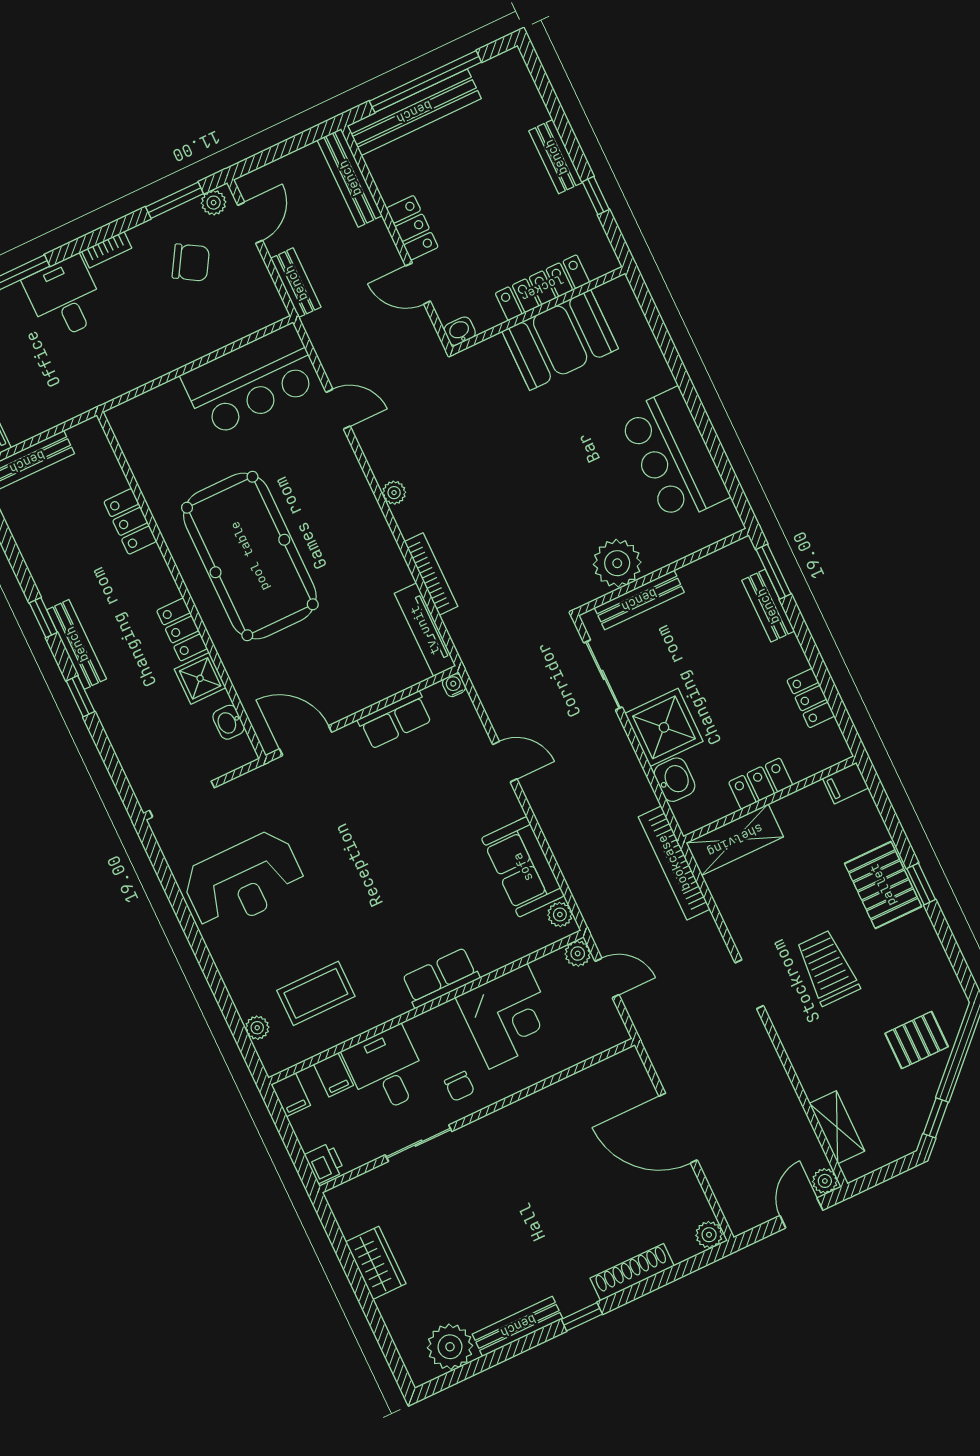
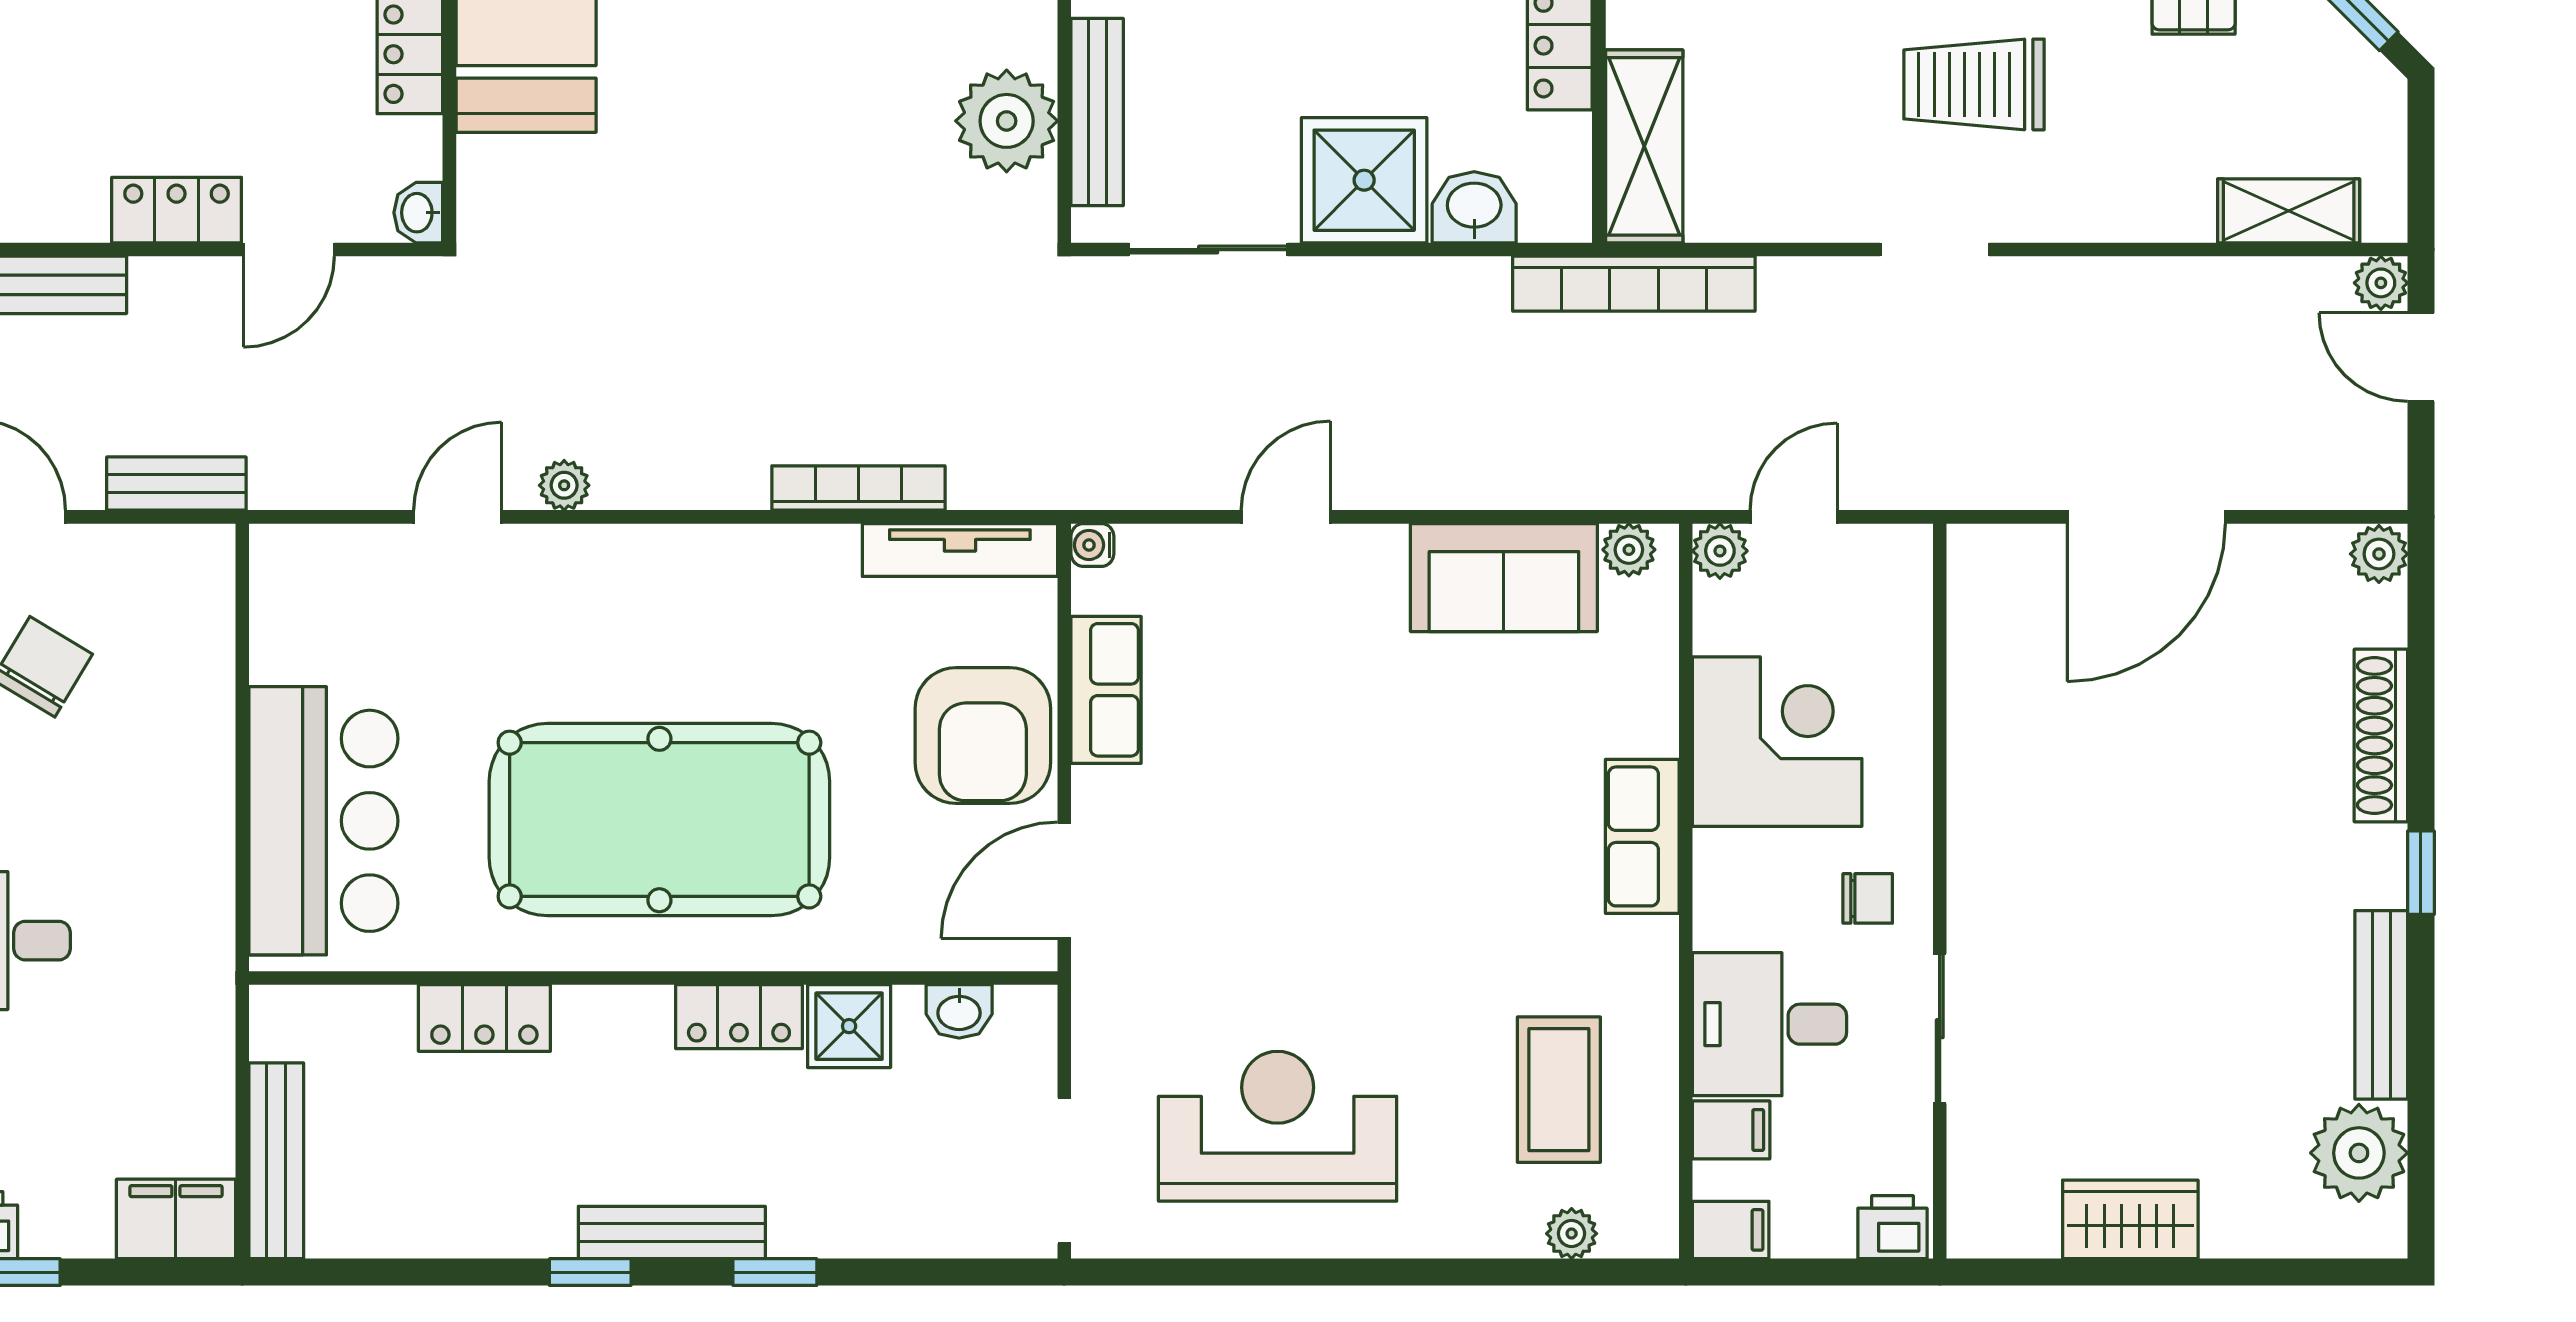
bar counter: (251, 380) -> (323, 821), moved
plant: (394, 493) -> (564, 485), moved
armchair: (351, 677) -> (983, 736), added
reception desk: (244, 881) -> (1278, 1126), turned -90

